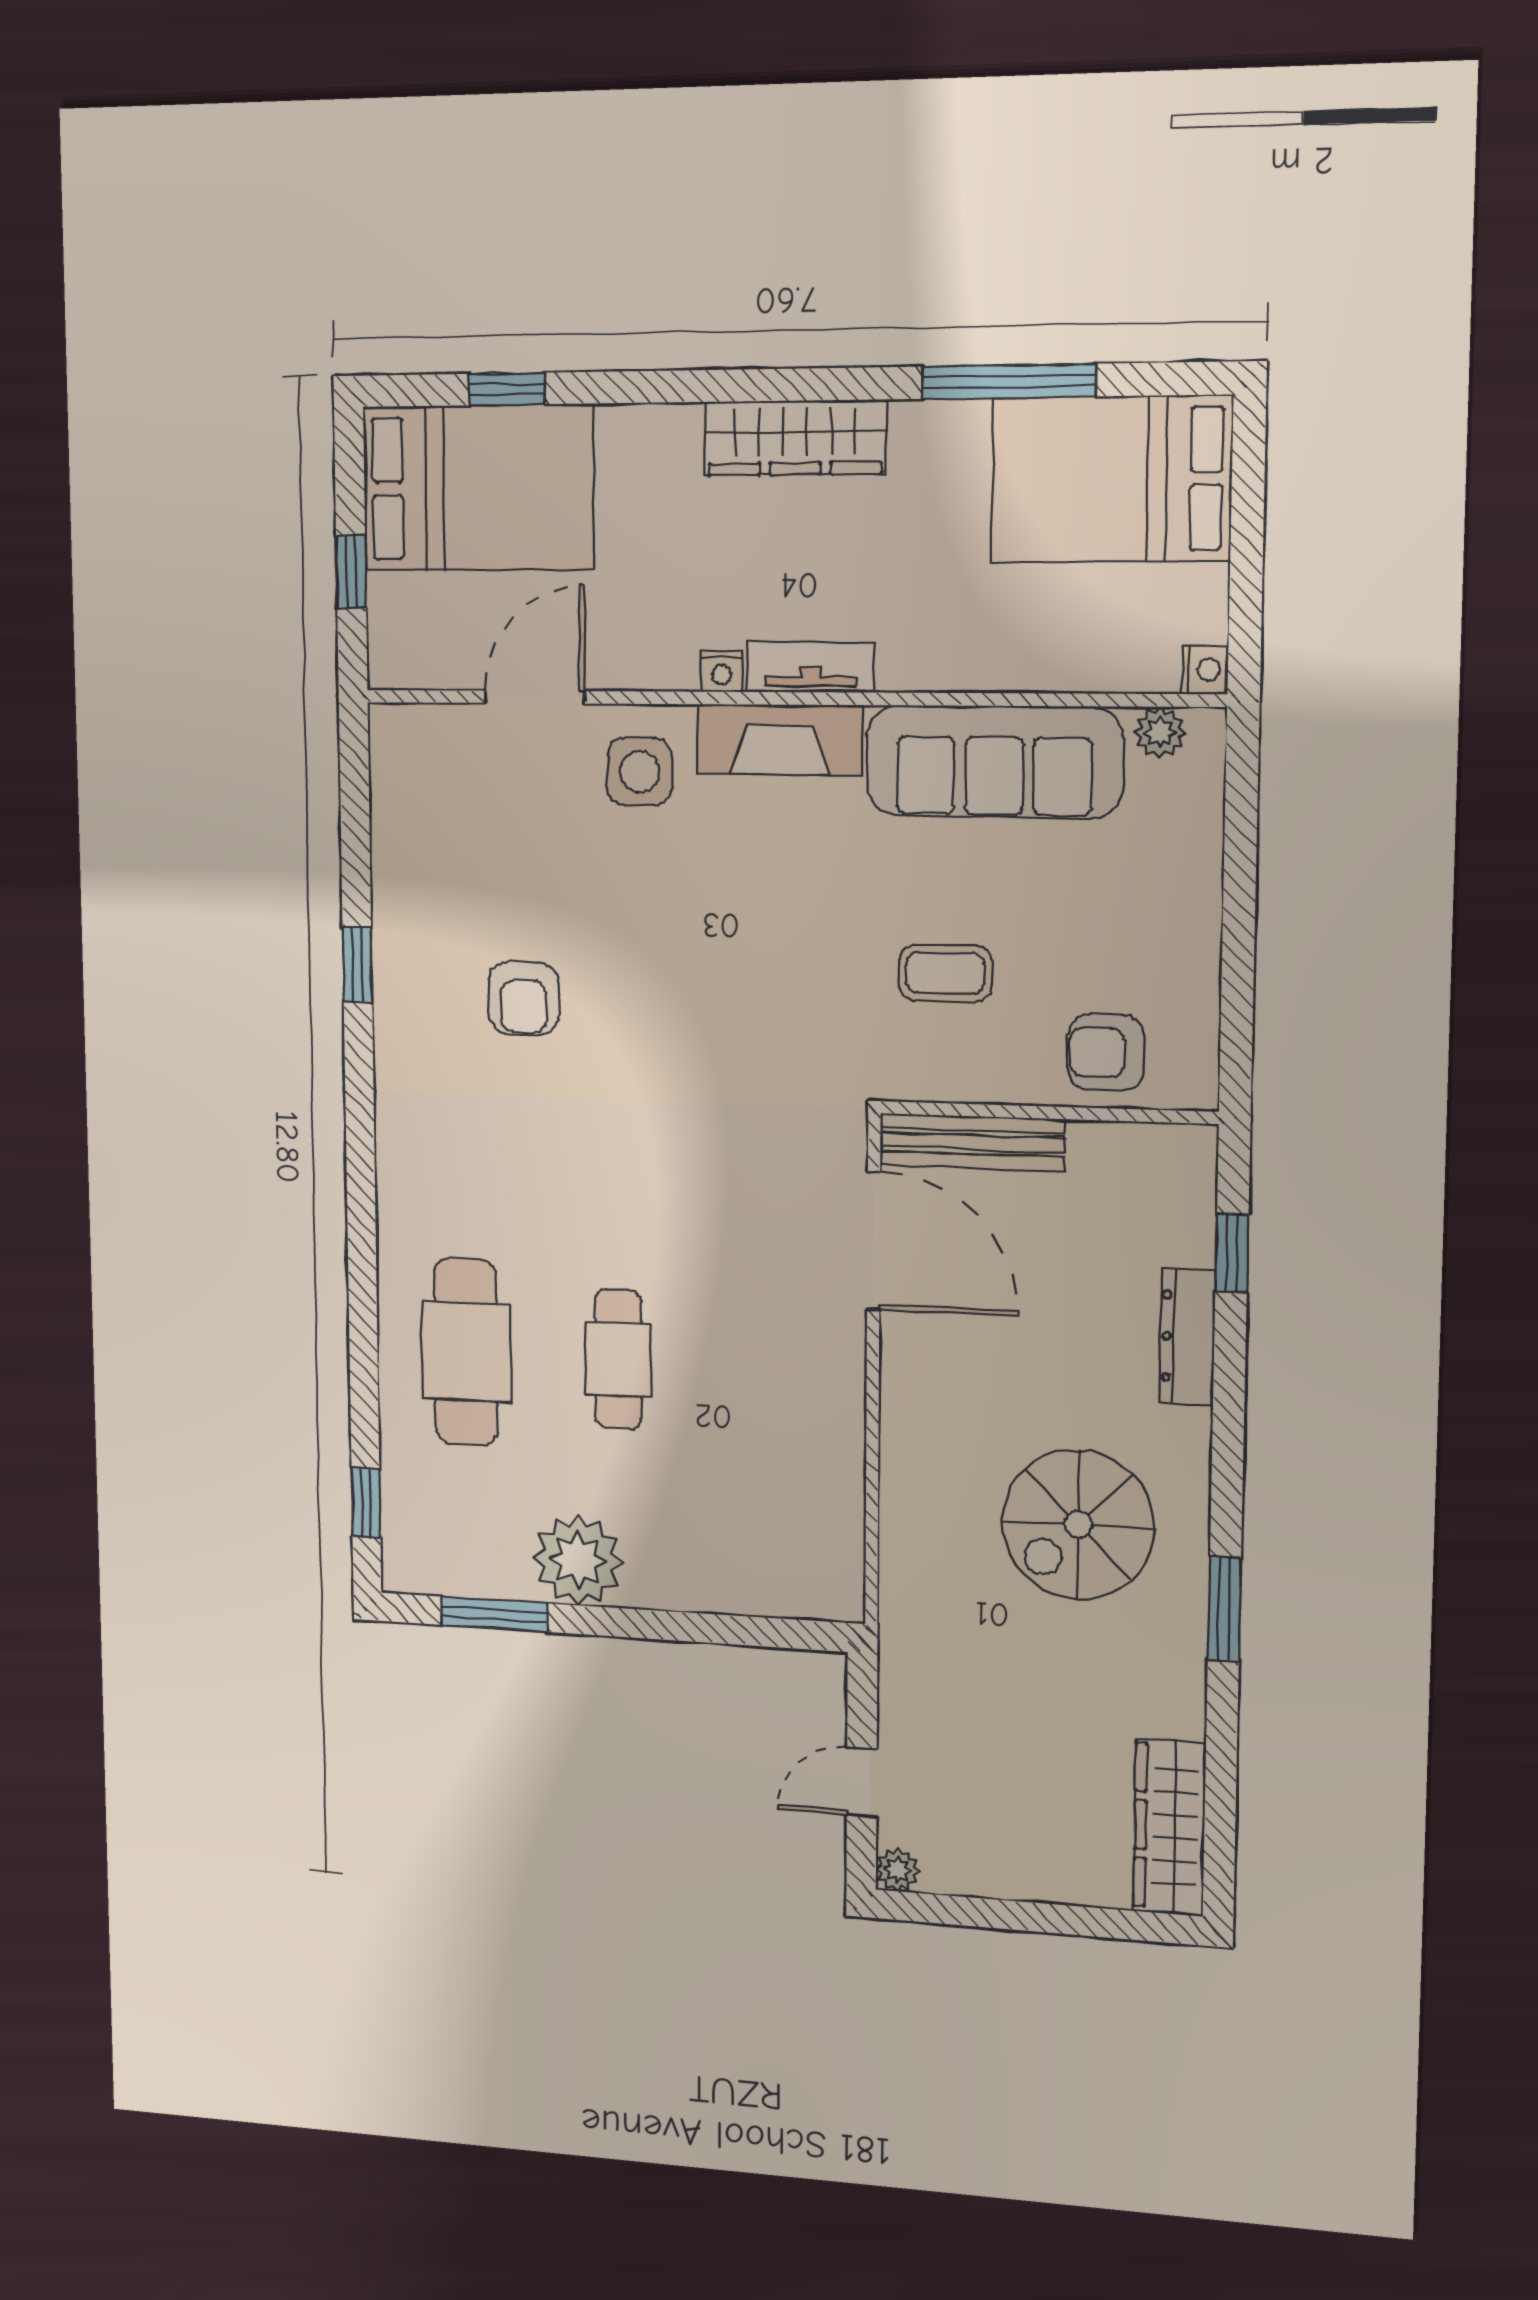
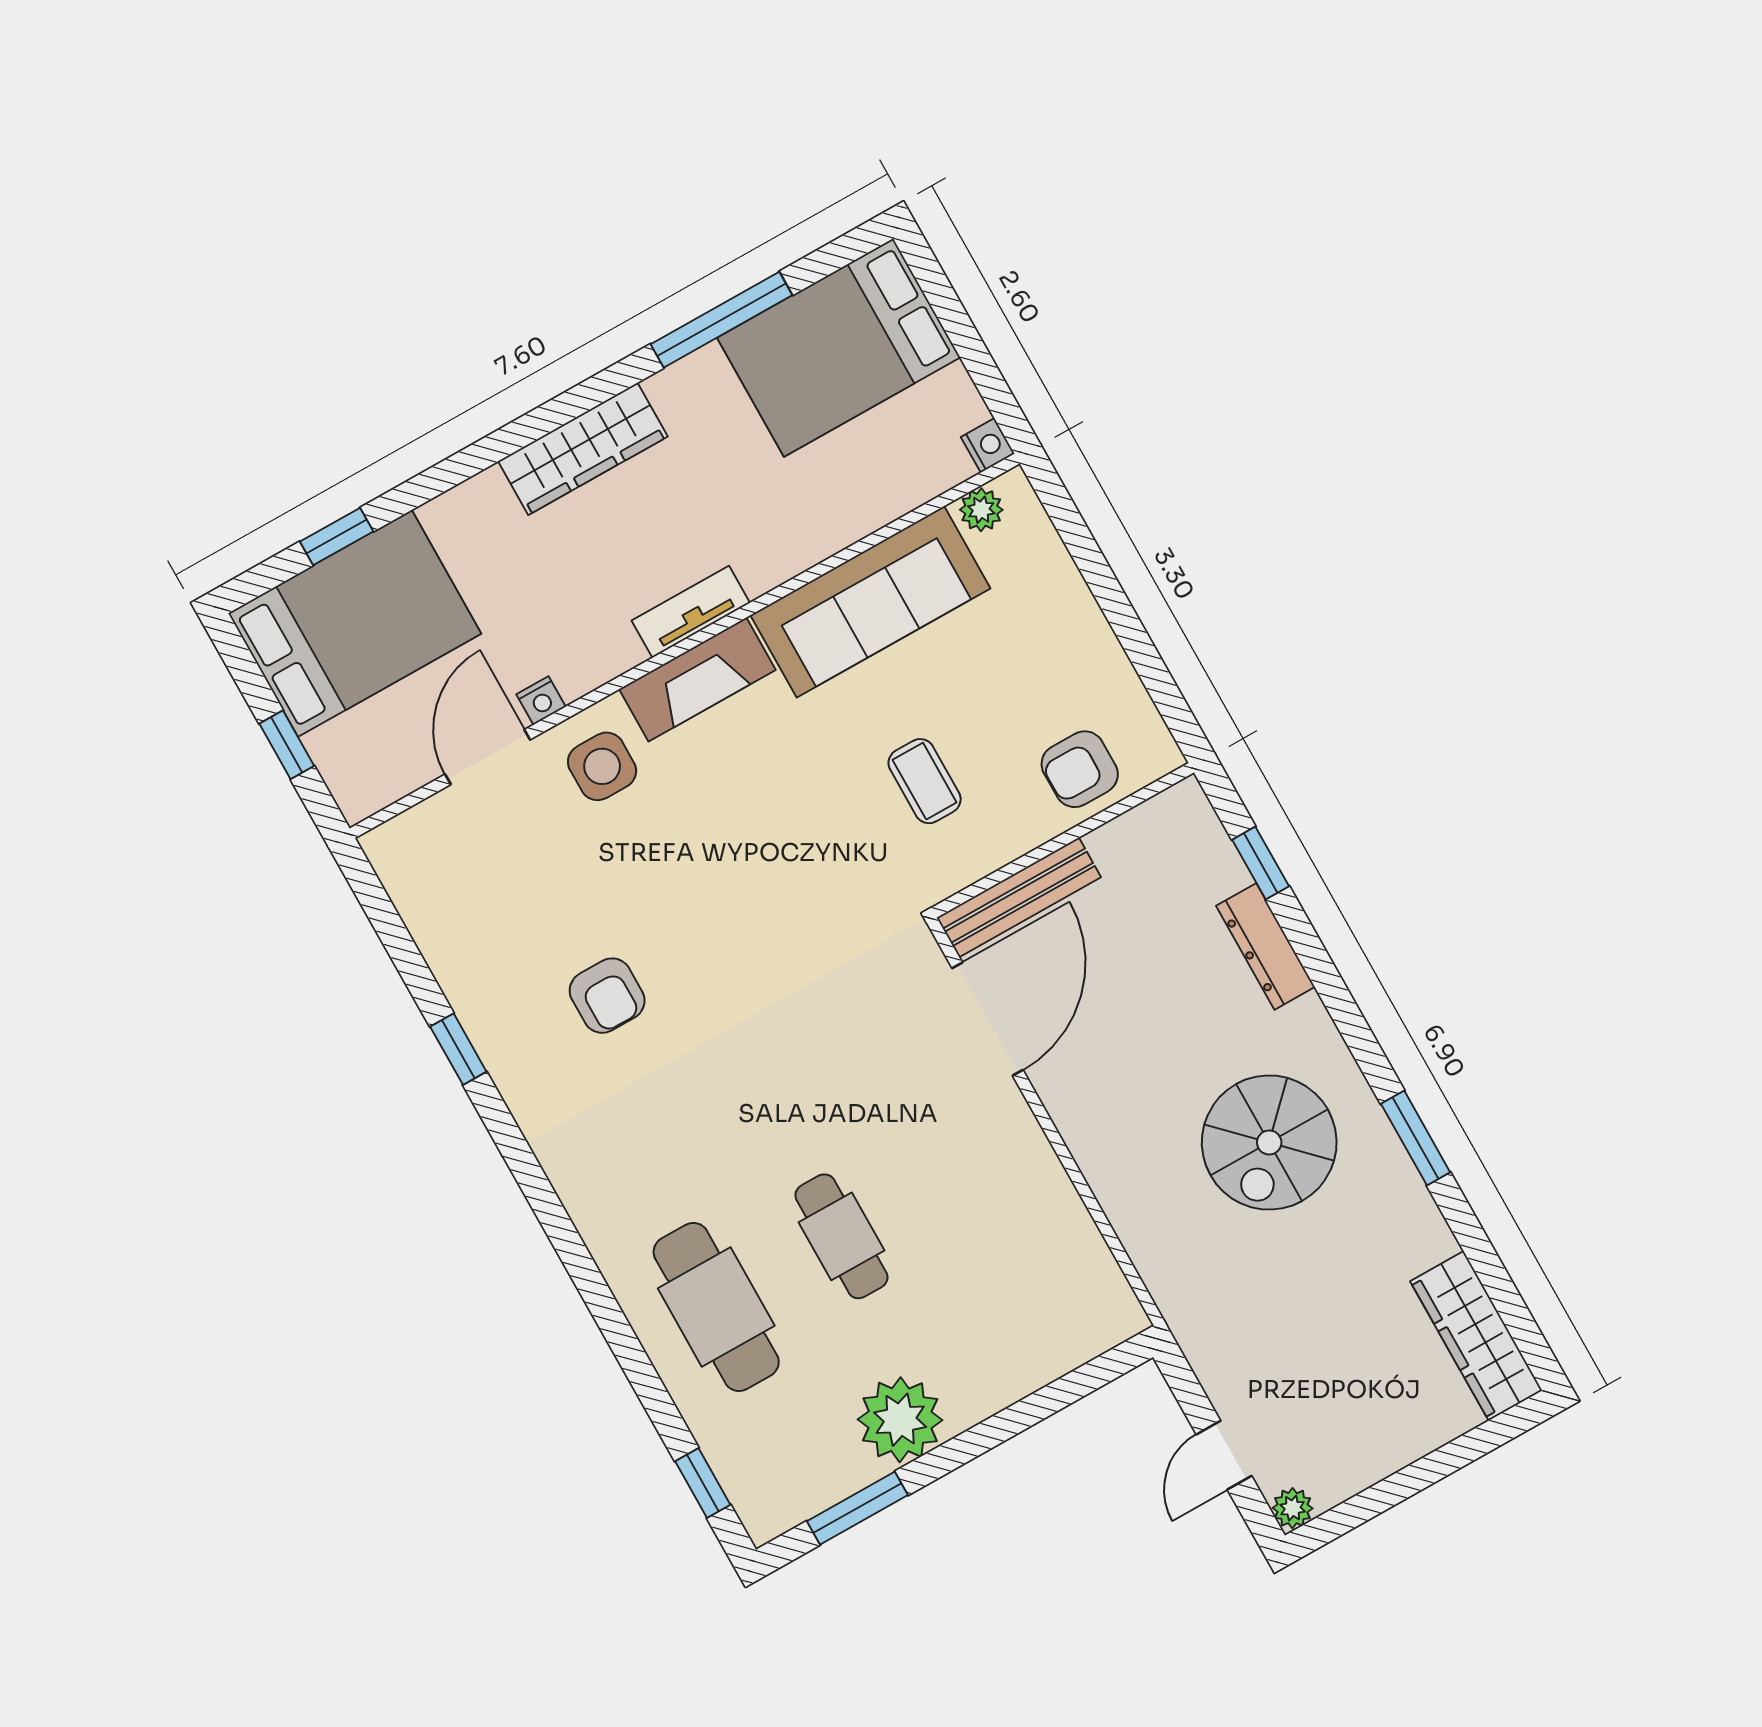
nightstand: (722, 671) -> (541, 700), moved
coffee table: (945, 973) -> (925, 781), turned 90
door: (874, 1241) -> (988, 1019), hinge flipped

